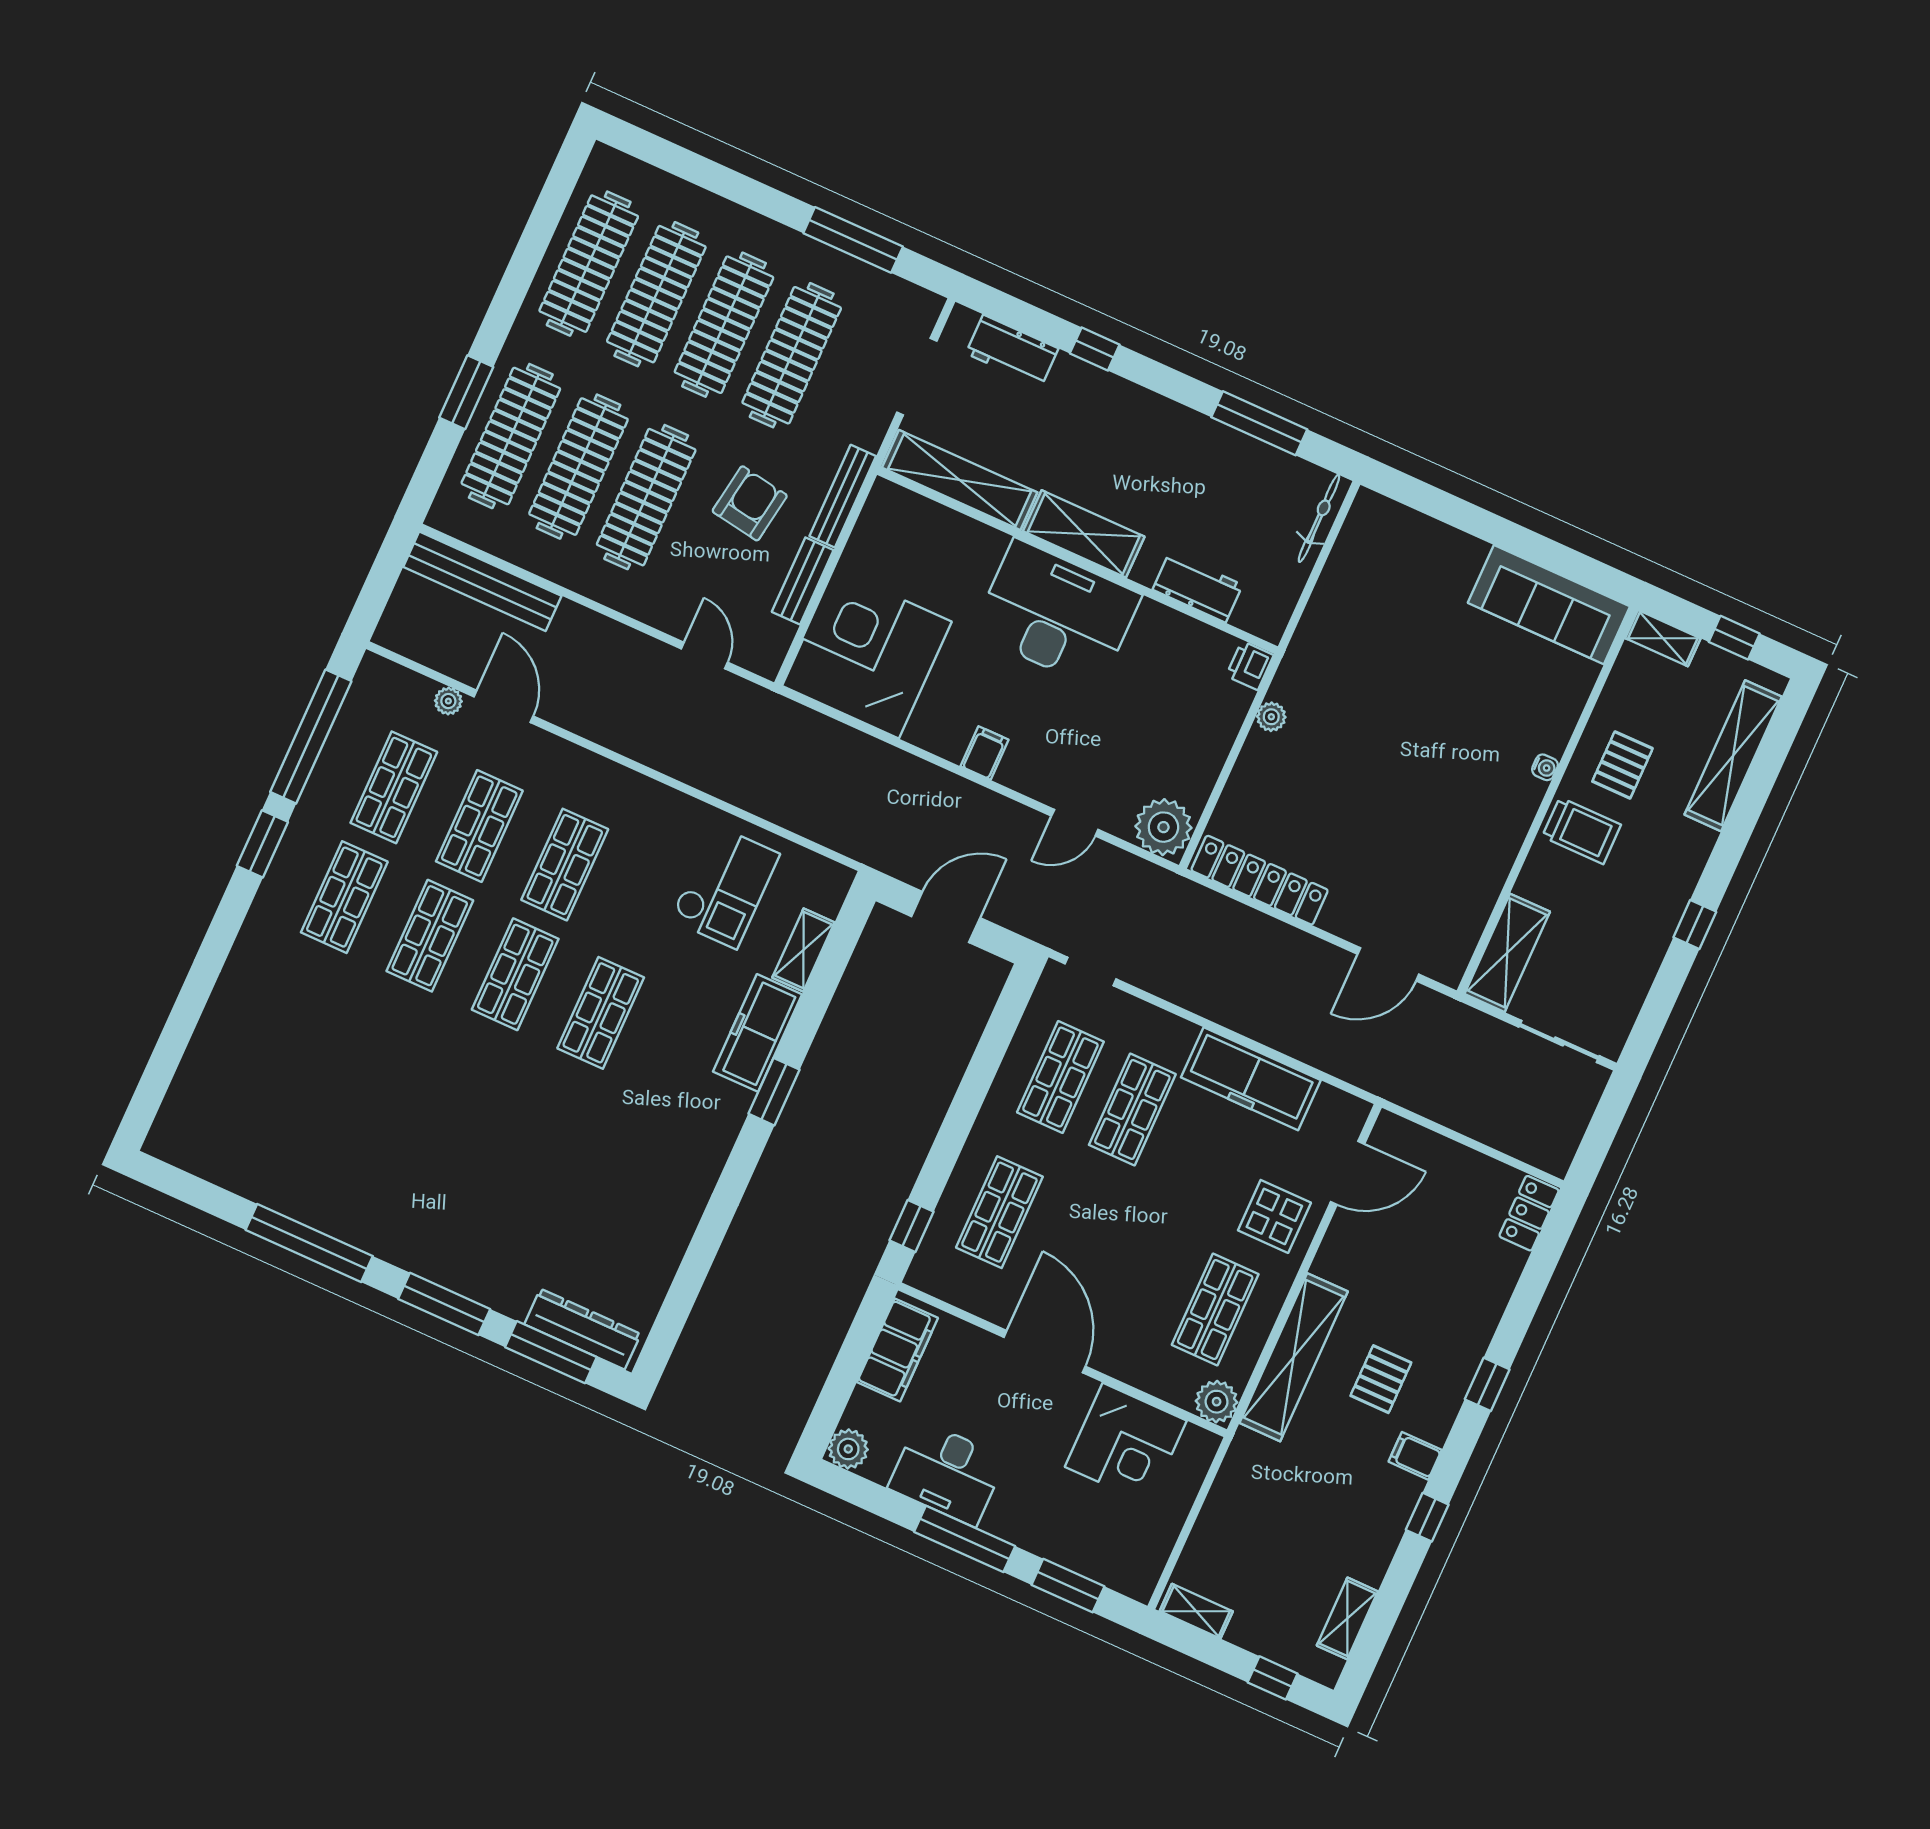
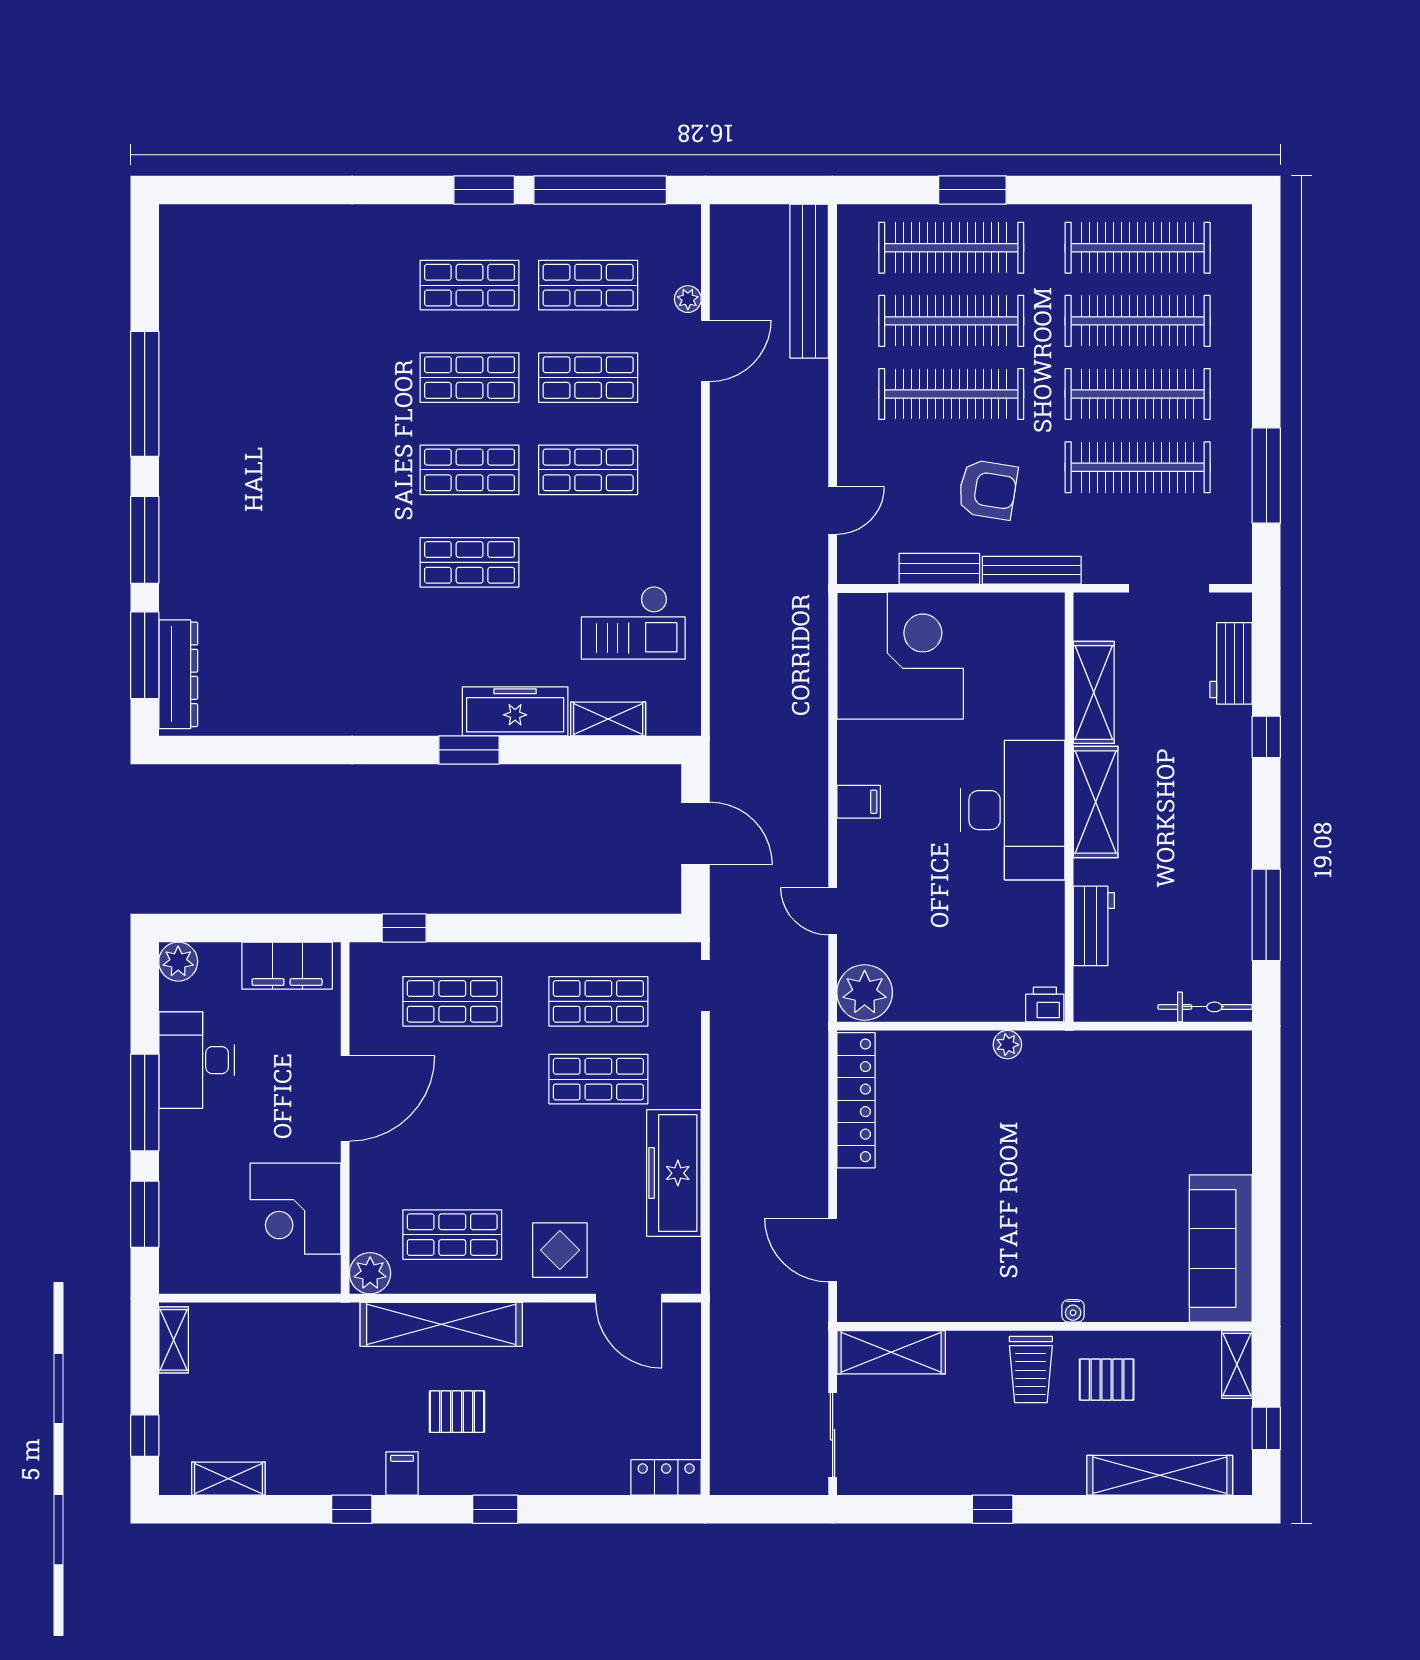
shelving: (960, 480) -> (1094, 692), width x0.68

